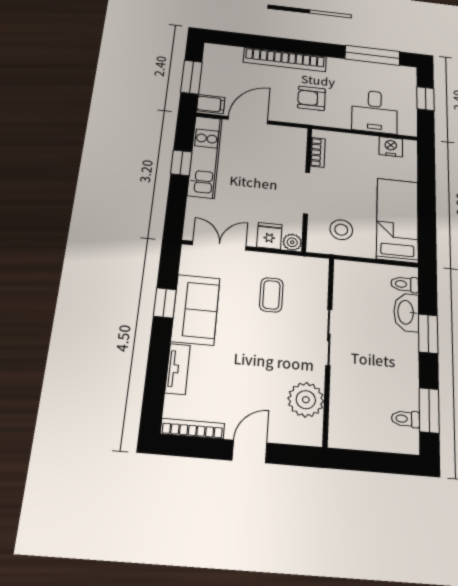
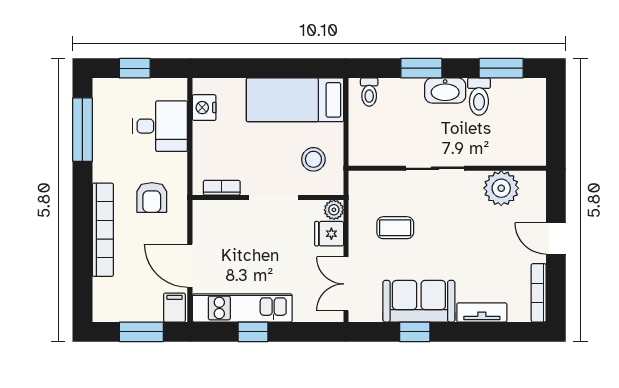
washbasin: (406, 312) -> (445, 91), moved
toilet: (405, 419) -> (479, 97), moved, width x1.37, depth x1.39

